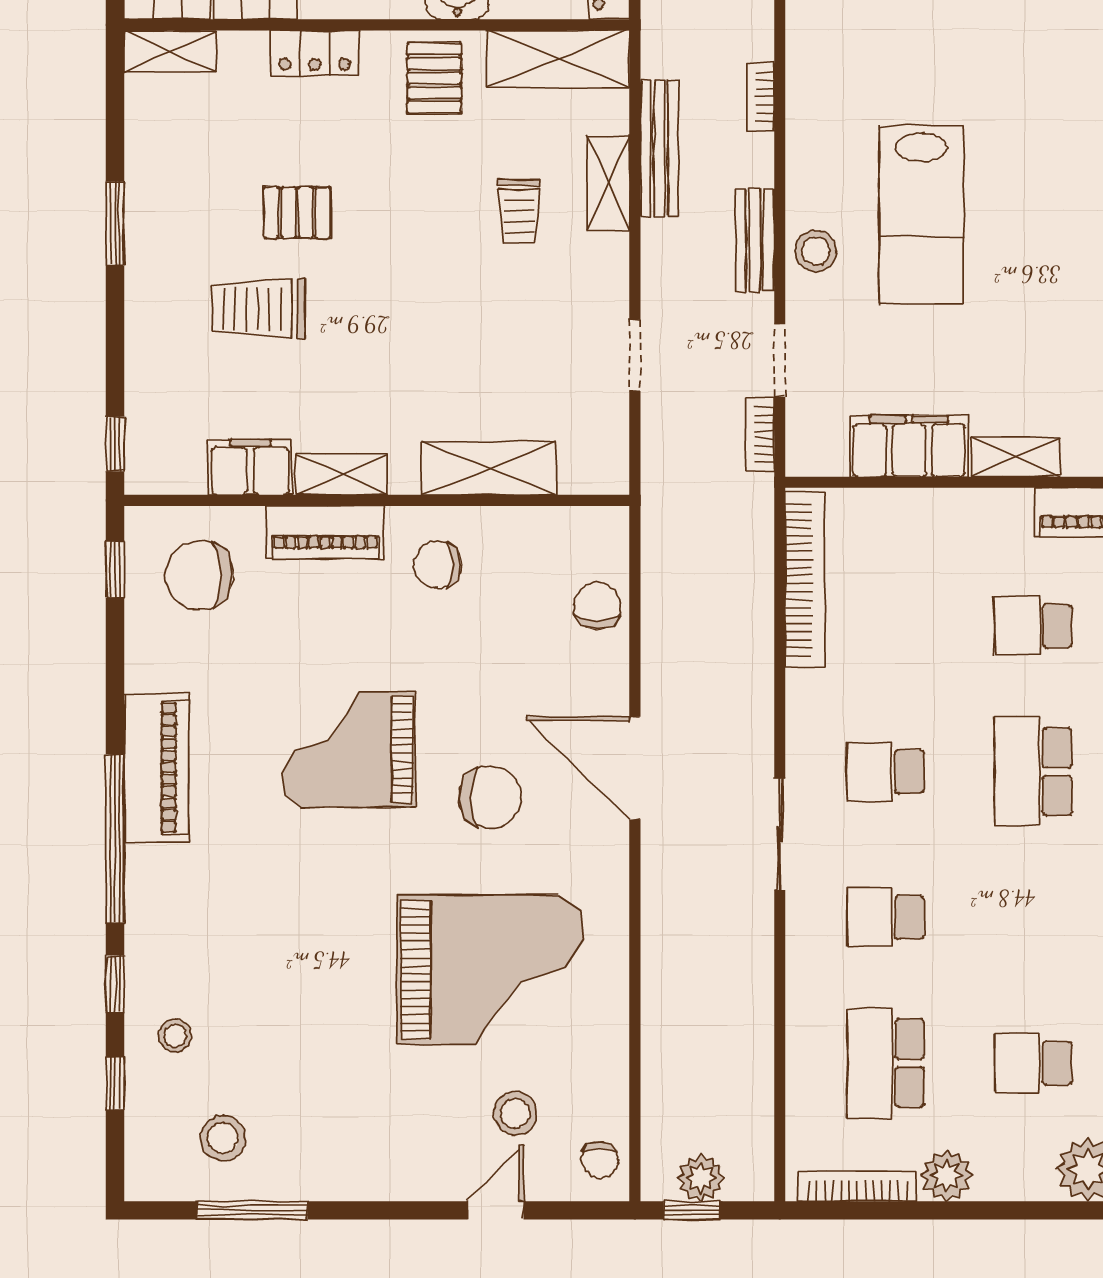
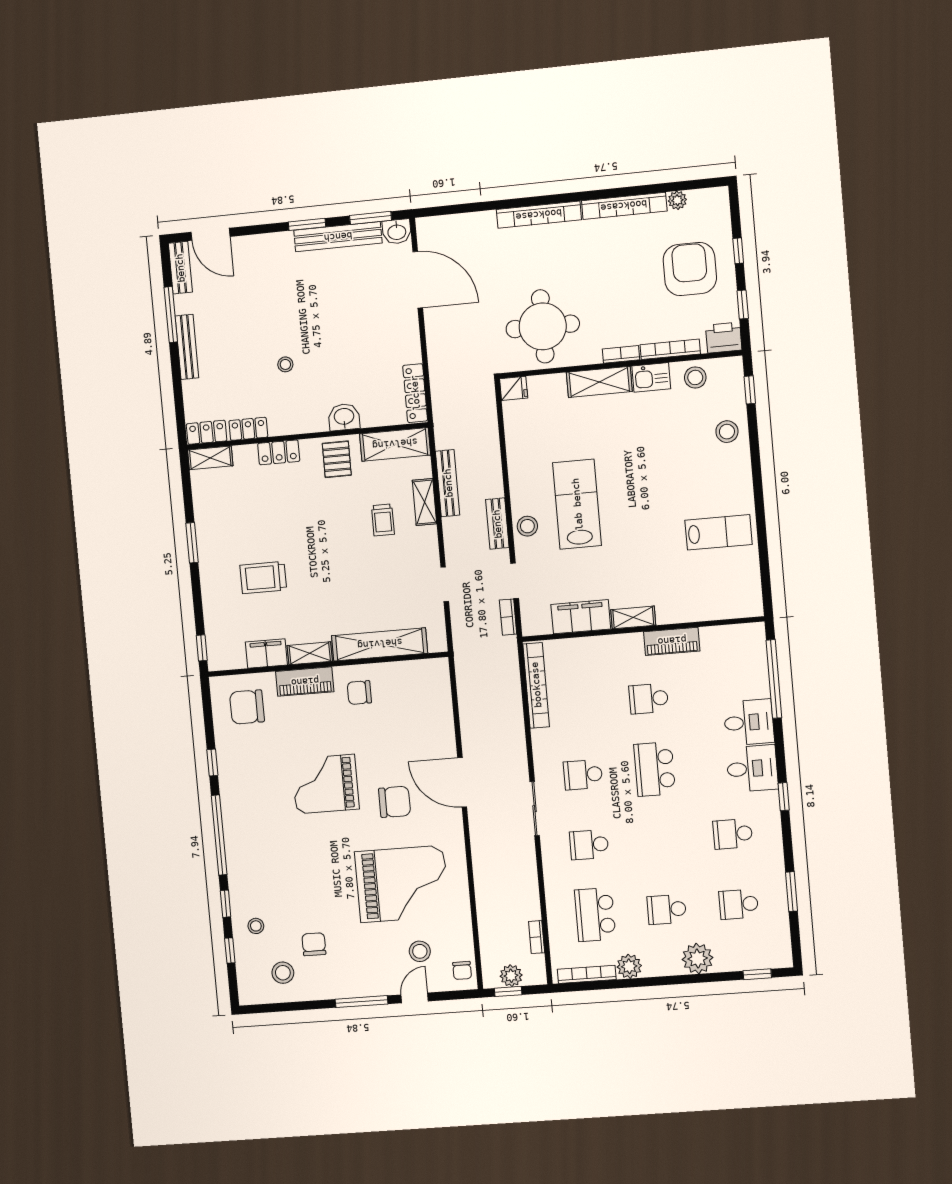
bookcase: (761, 97) -> (537, 937), moved
pallet: (297, 213) -> (277, 530), removed
lab bench: (921, 215) -> (577, 504), turned 180
shelving: (489, 468) -> (380, 644), width x1.47
window: (115, 570) -> (212, 762), moved
chair: (597, 606) -> (314, 944), moved
piano: (156, 767) -> (235, 800), removed
window: (252, 1210) -> (362, 1002), moved

